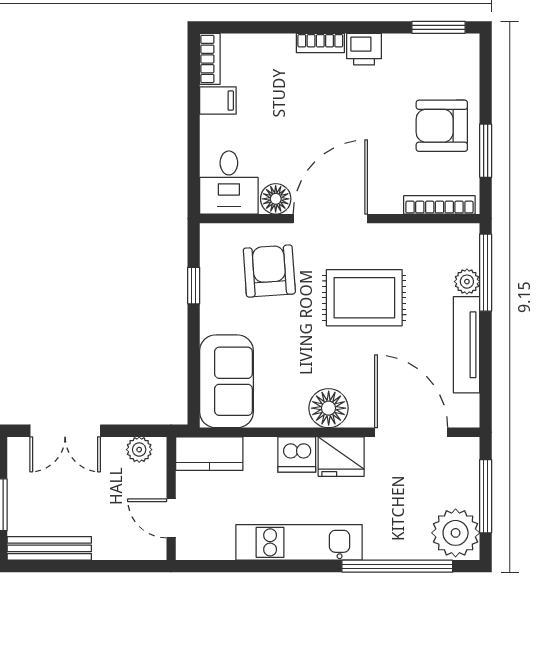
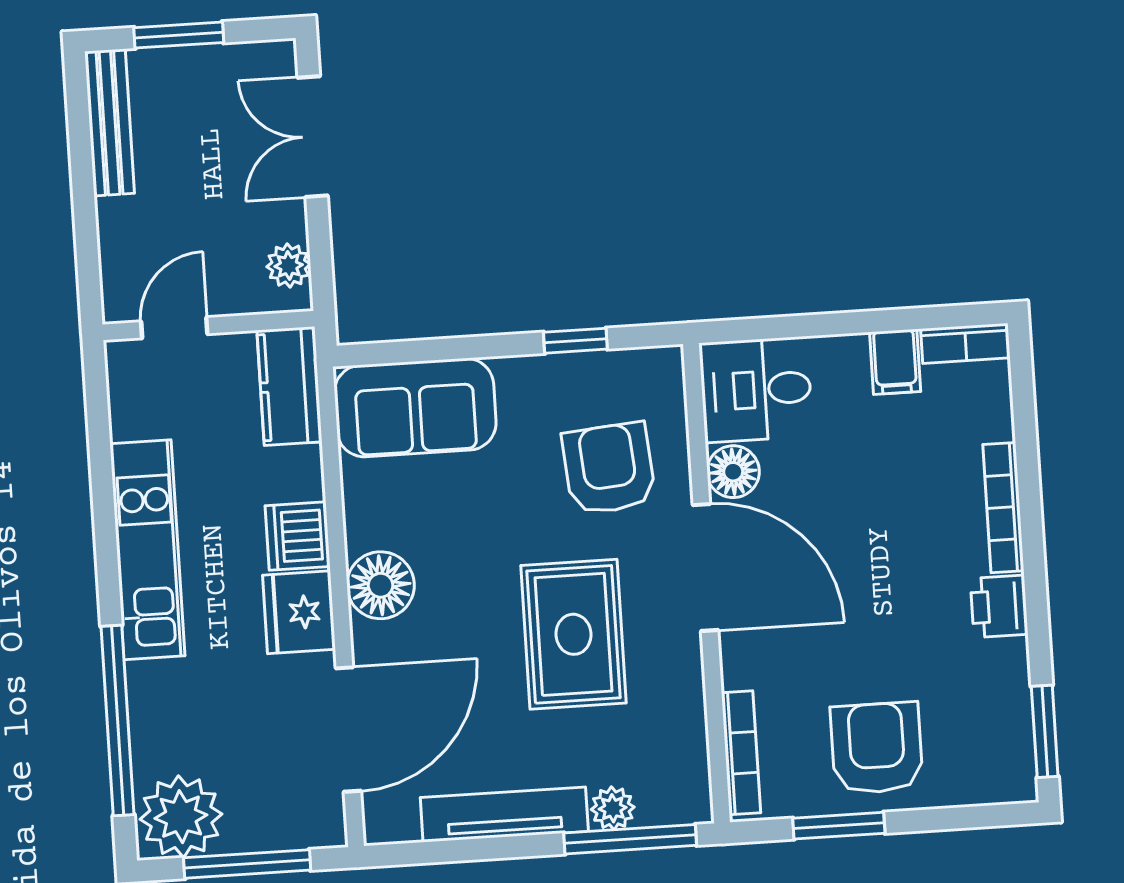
bookcase: (320, 43) -> (1003, 508), width x1.56
armchair: (269, 271) -> (609, 469), turned -91

